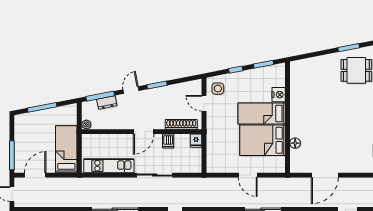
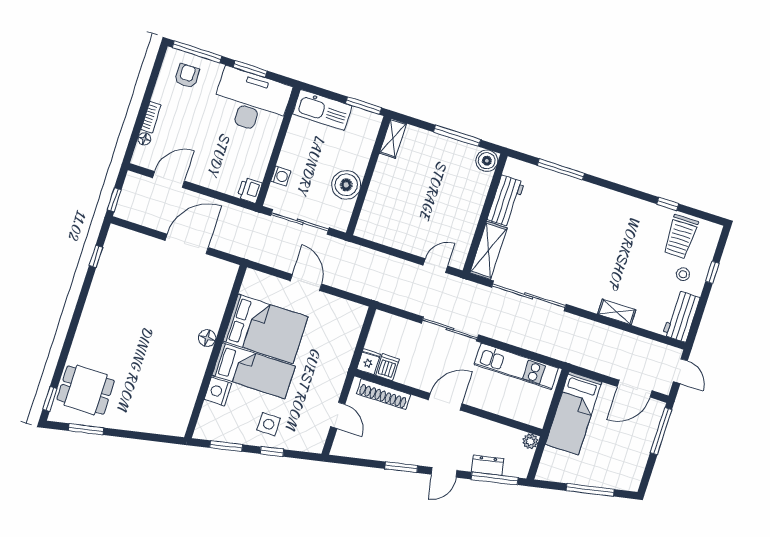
side table: (218, 89) -> (269, 424), moved
dishwasher: (168, 141) -> (387, 367), moved
floor lamp: (295, 143) -> (207, 338), moved

